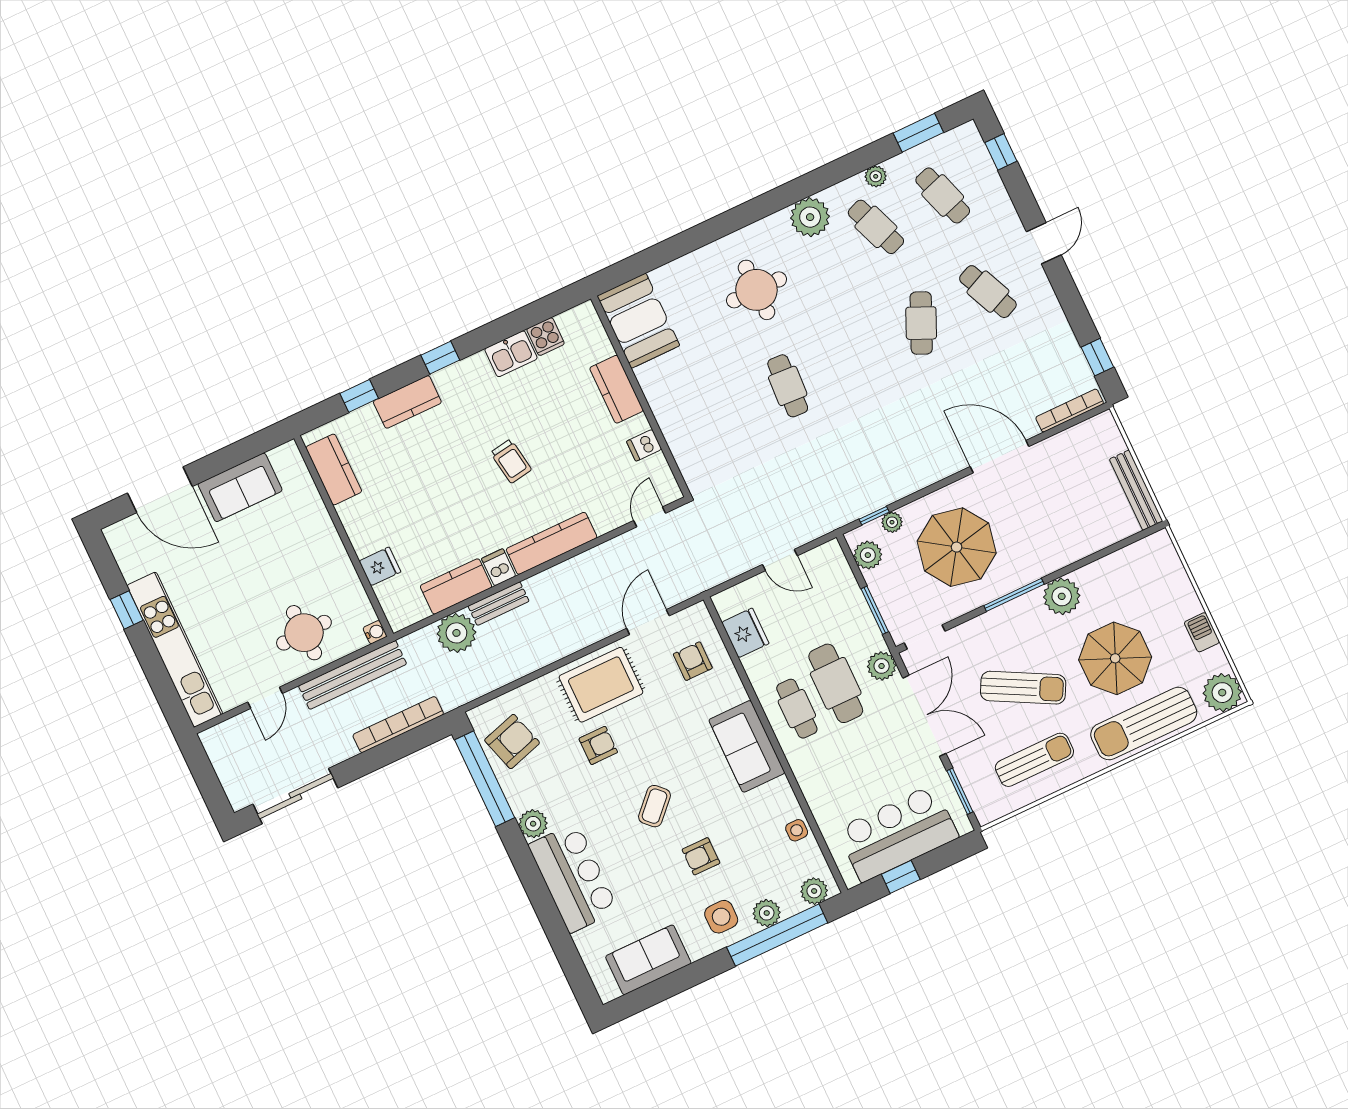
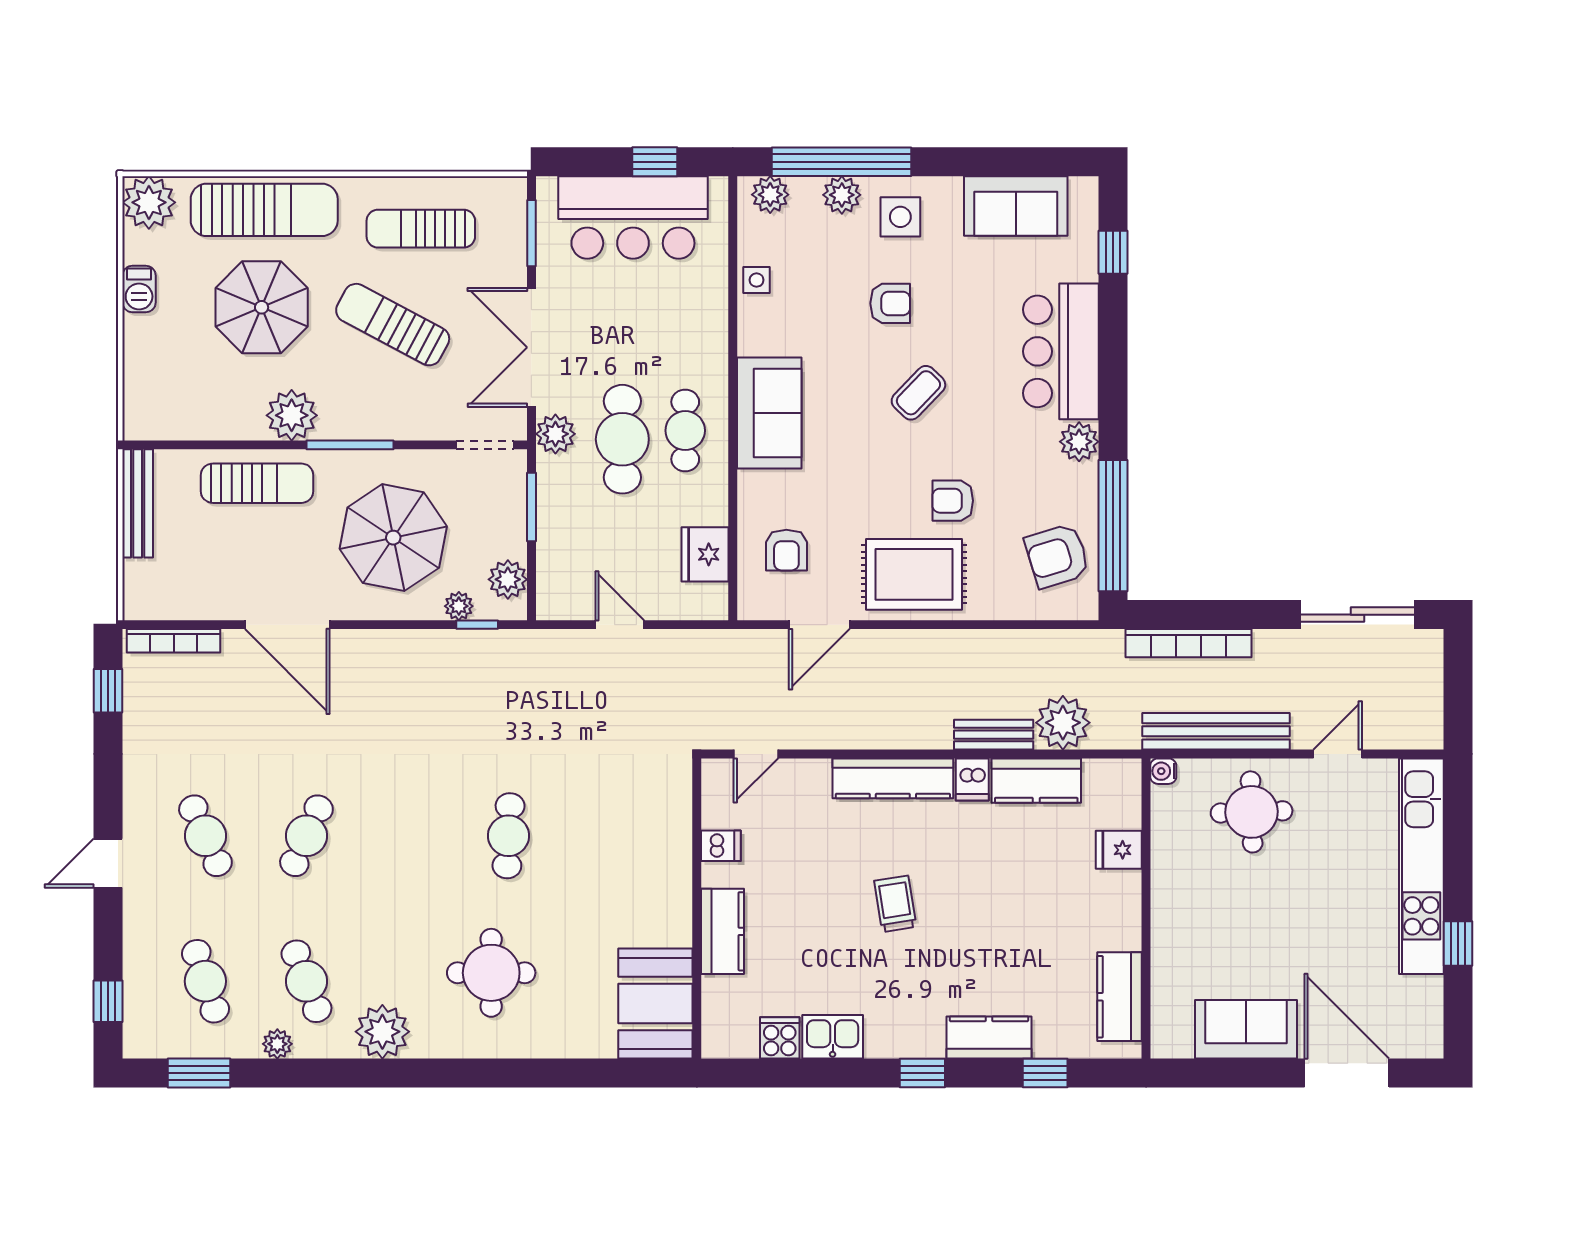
sun lounger: (1063, 541) -> (257, 483), added
window: (570, 959) -> (1113, 252), added

